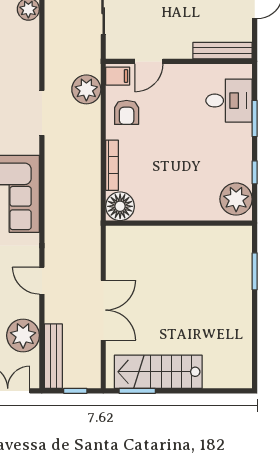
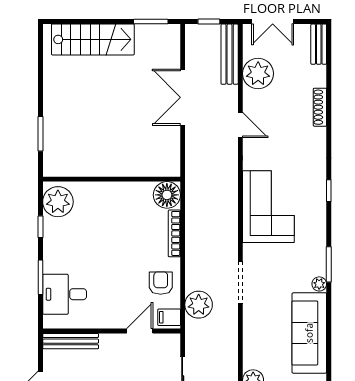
stairs: (158, 372) -> (93, 39), moved

